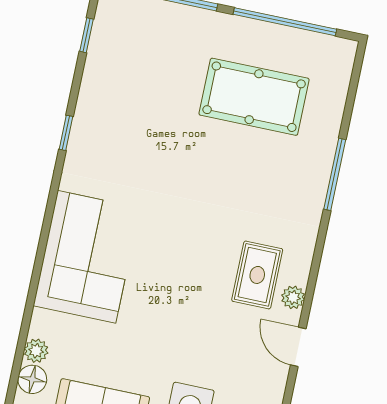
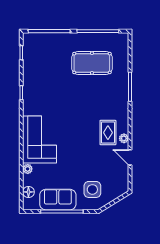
plant: (36, 351) -> (28, 169), moved

